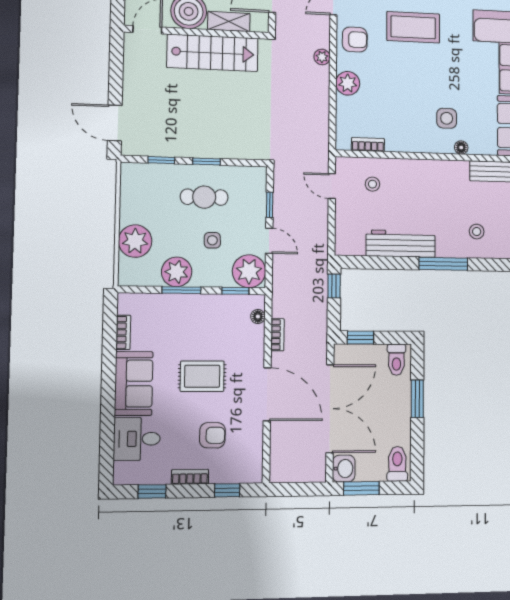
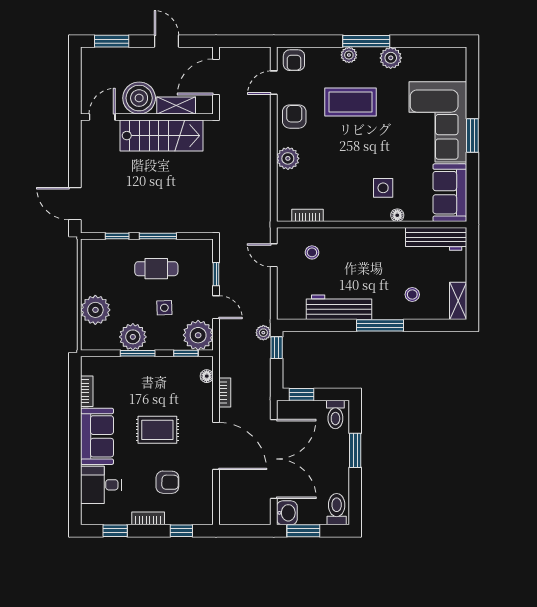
armchair: (355, 40) -> (294, 117), turned -90
plant: (322, 57) -> (263, 333), moved
window: (207, 161) -> (158, 236), width x1.50

